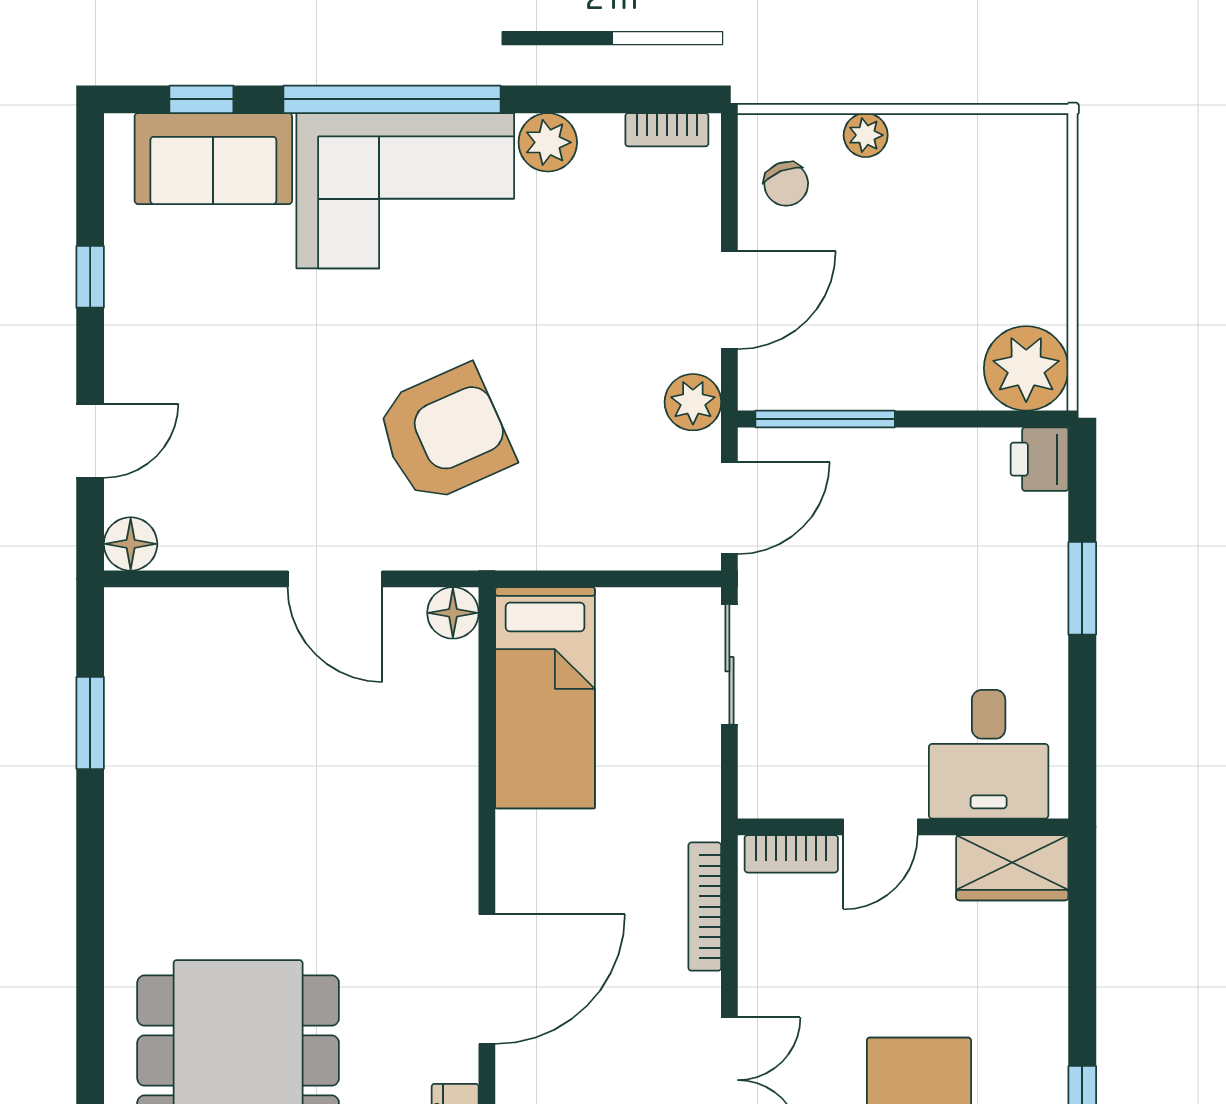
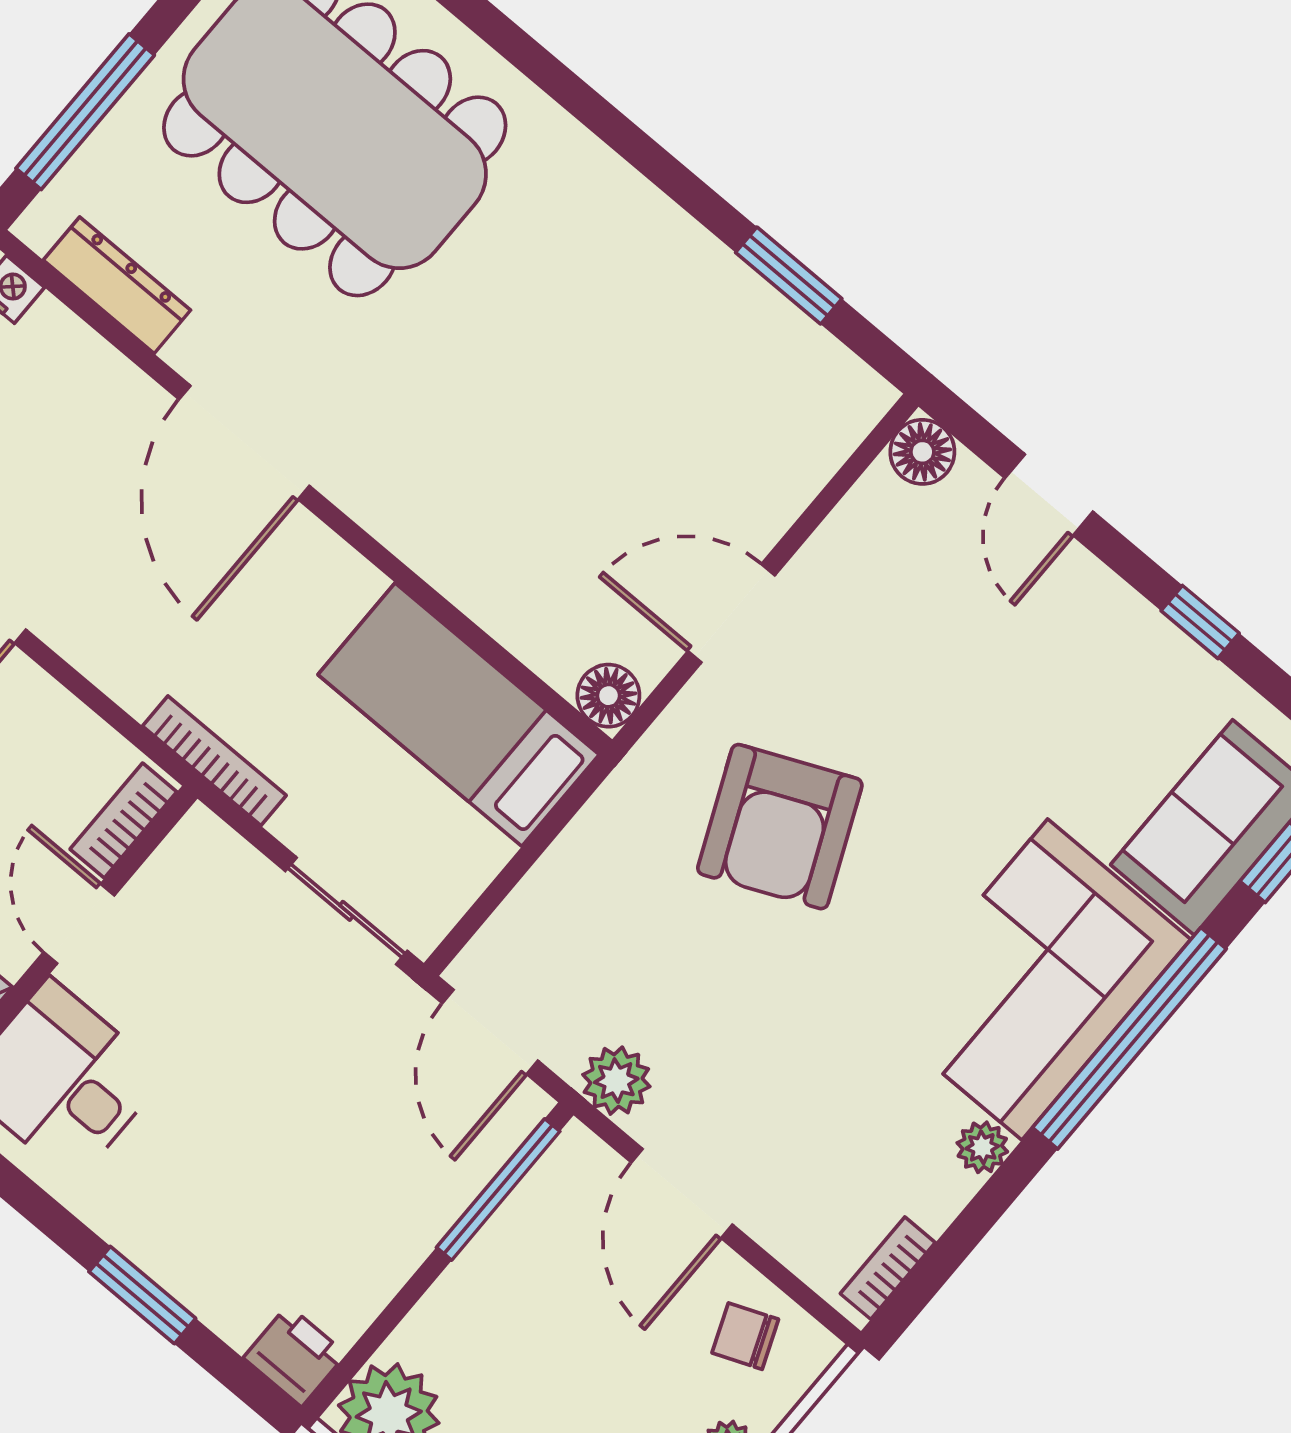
plant: (548, 142) -> (982, 1147), width x0.73, depth x0.73
bookcase: (705, 907) -> (214, 761), moved

